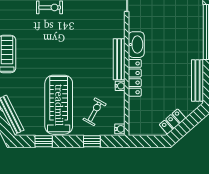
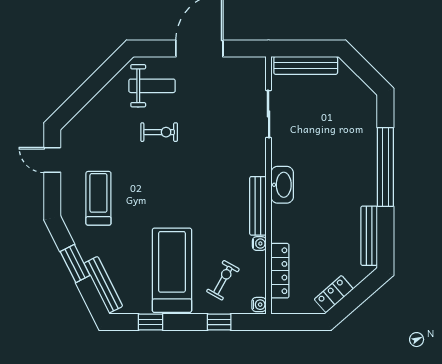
locker: (135, 78) -> (280, 271), moved

